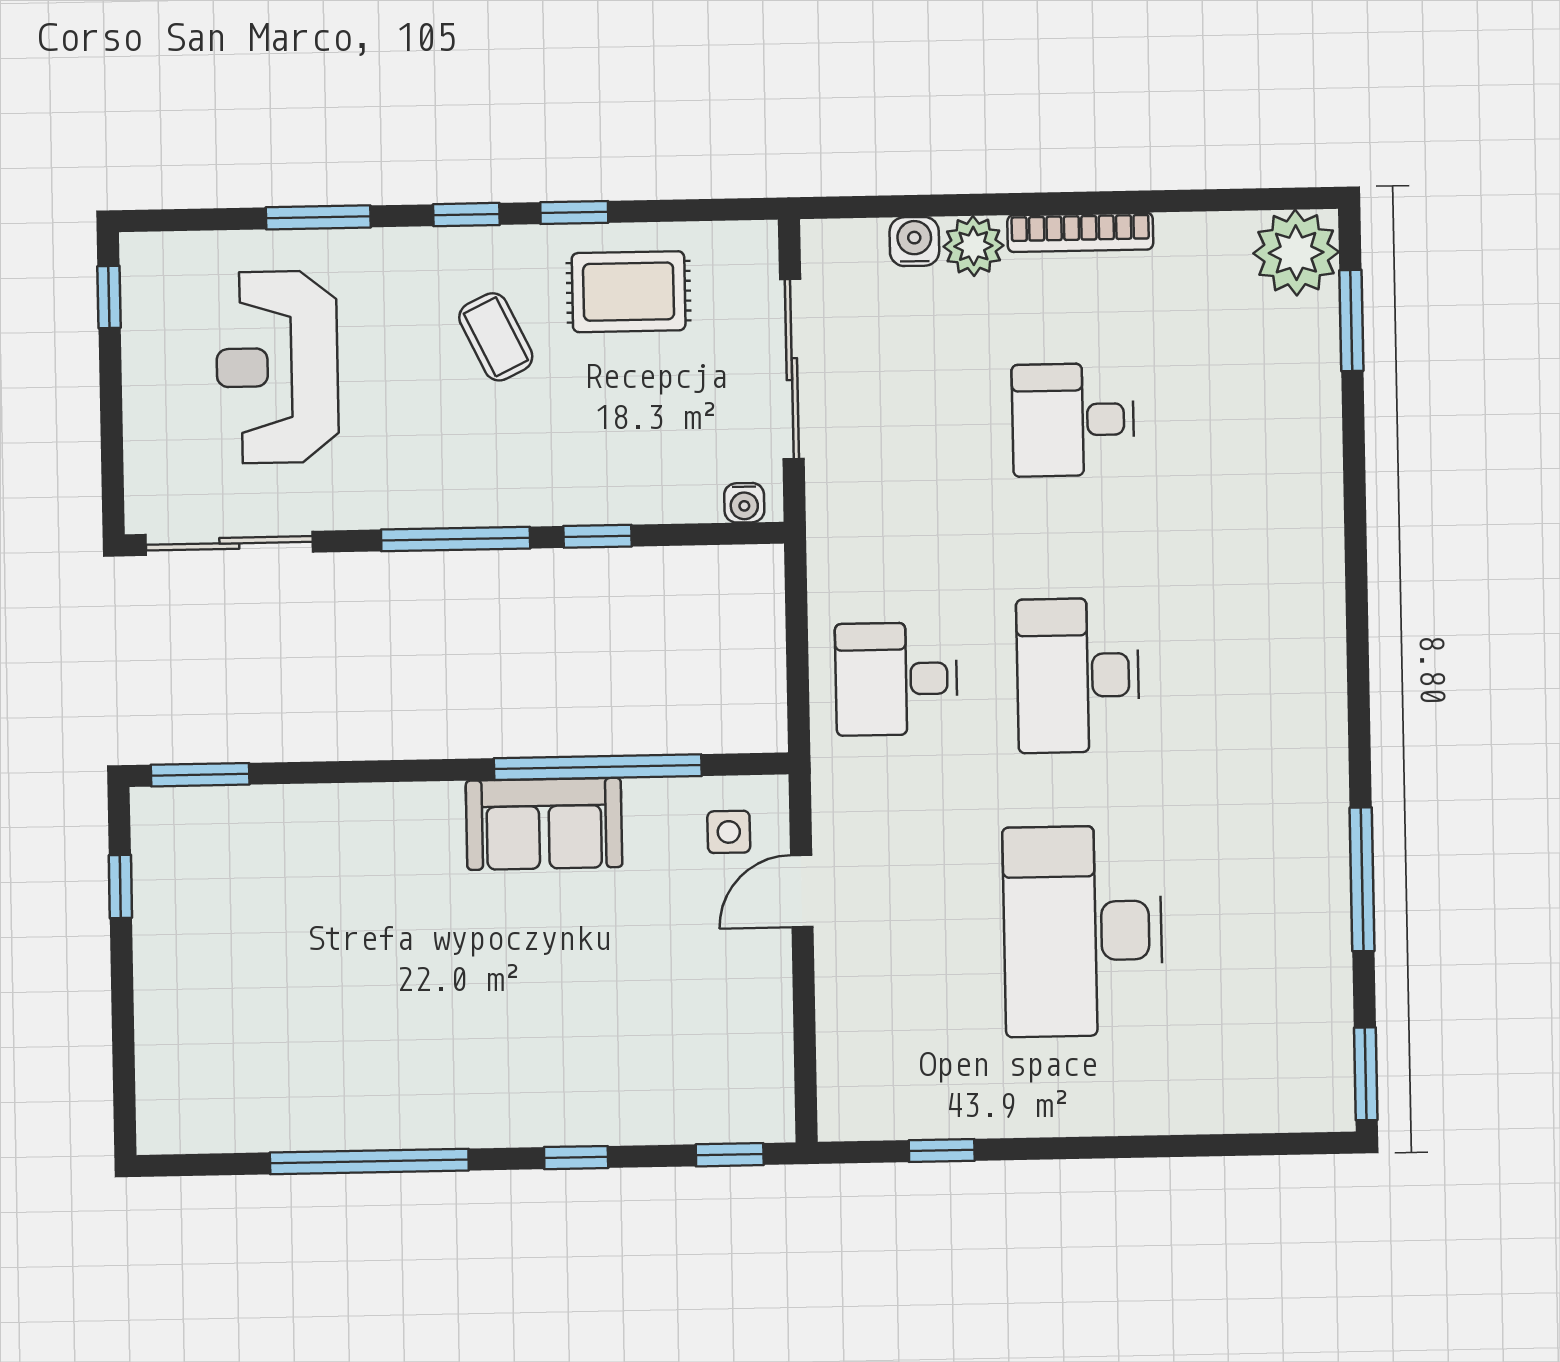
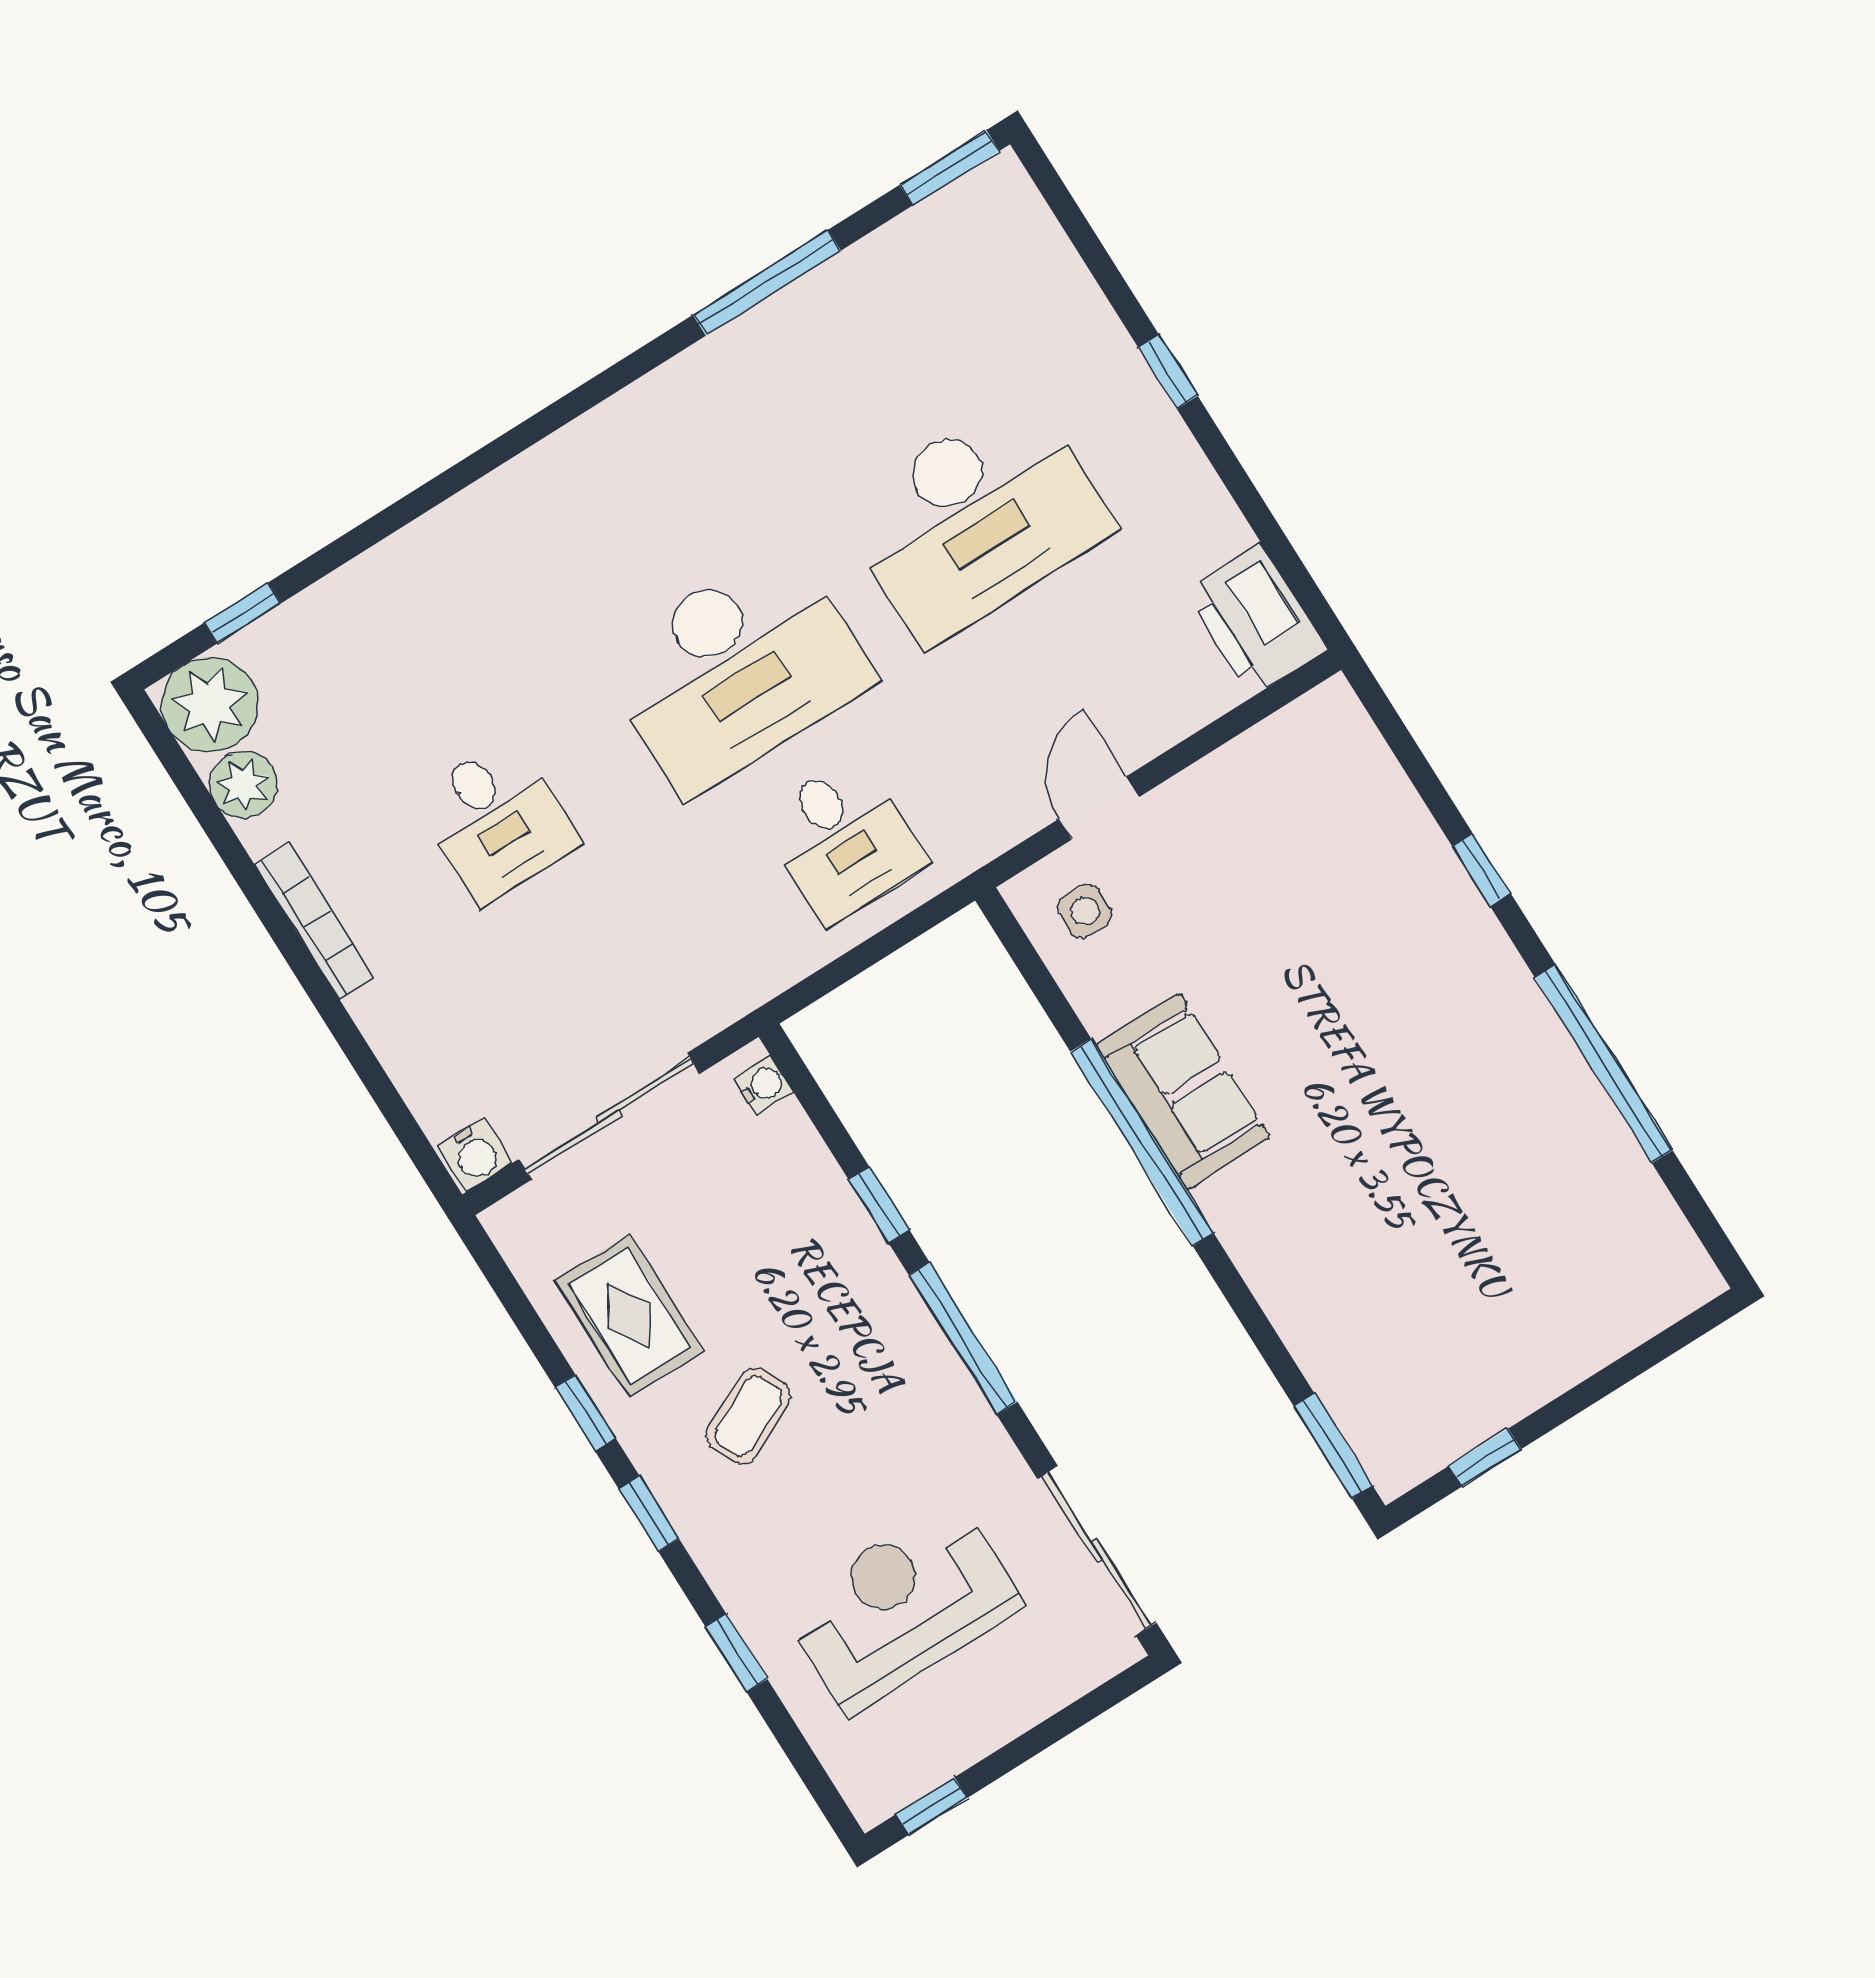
window: (318, 217) -> (736, 1653), width x0.67
water cooler: (914, 242) -> (475, 1154), moved, turned -90
plant: (973, 246) -> (243, 785), moved
window: (1351, 321) -> (243, 613), width x0.67
reception desk: (277, 367) -> (902, 1606), turned 180
desk: (1078, 675) -> (736, 669), width x1.36, depth x1.30
window: (598, 767) -> (1142, 1142), moved
door: (802, 891) -> (1099, 808), swing flipped
printer: (874, 1100) -> (1256, 620), added
window: (942, 1151) -> (1168, 372), moved
window: (730, 1155) -> (1391, 726), removed

